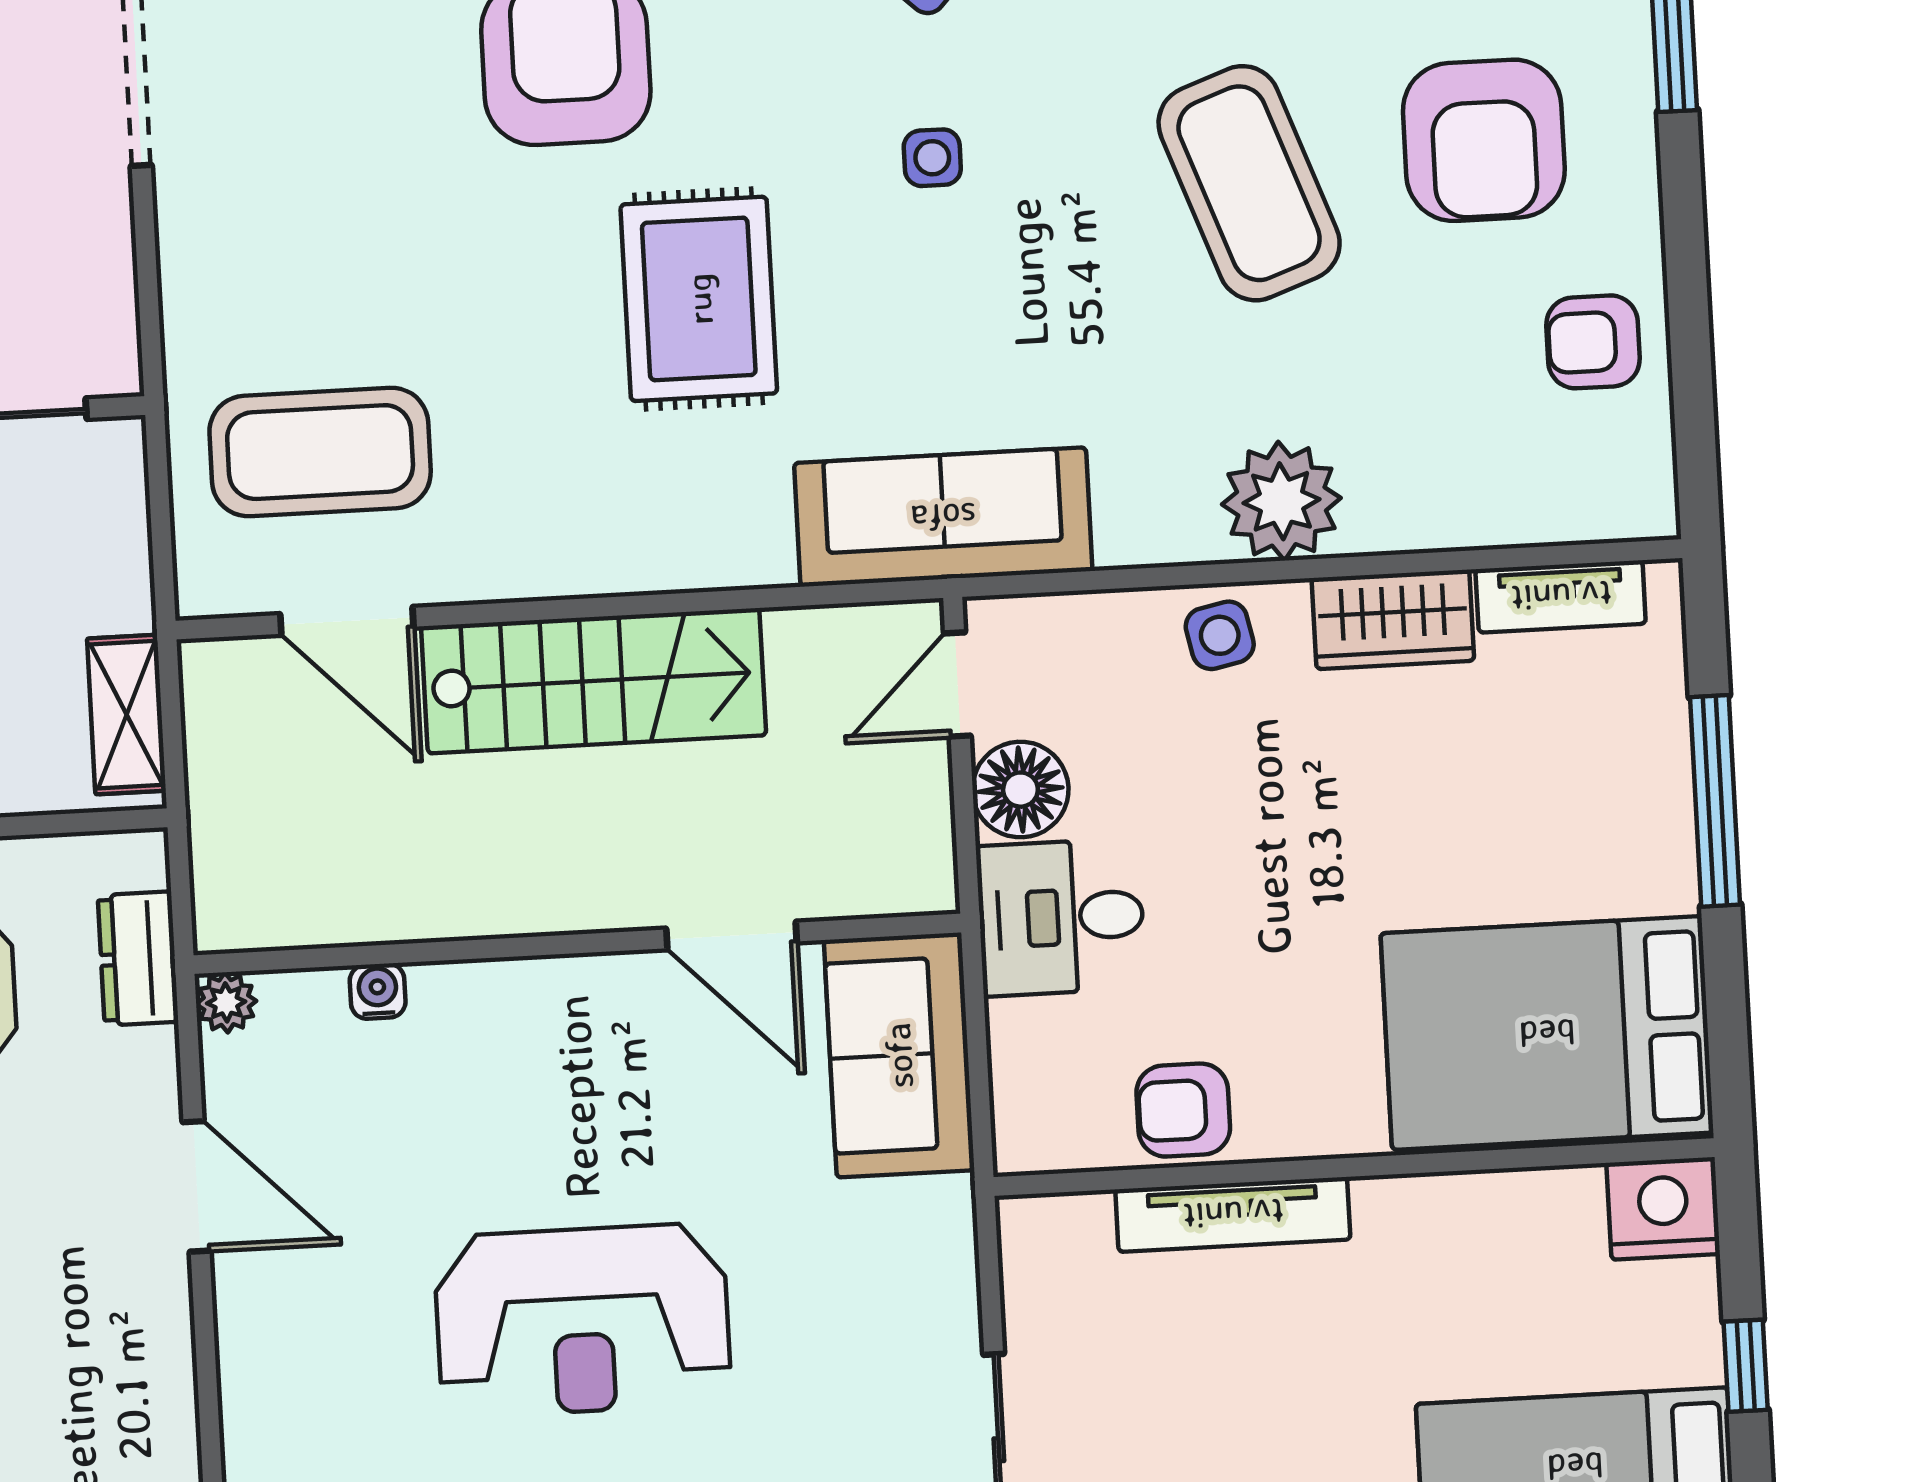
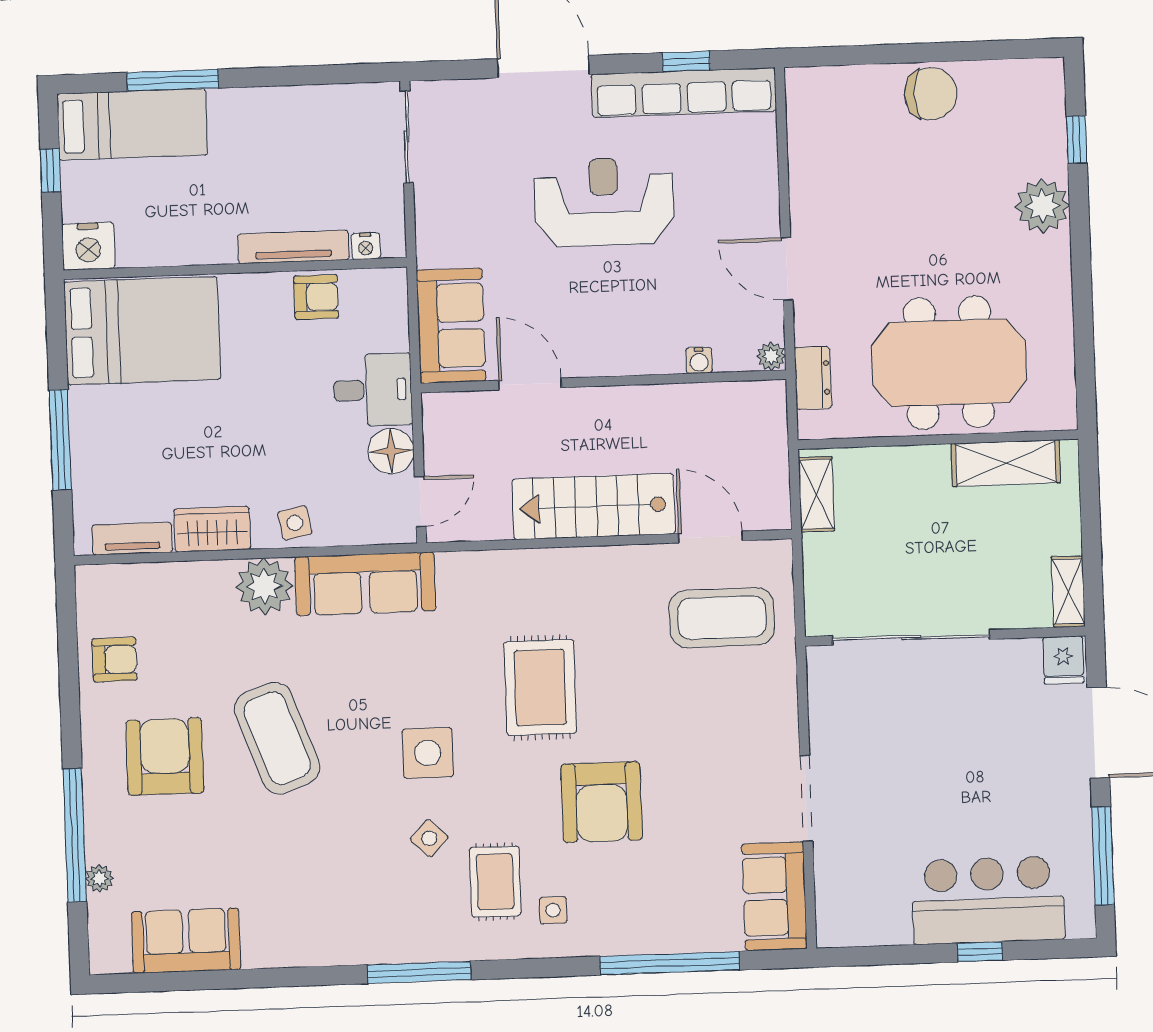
side table: (932, 158) -> (428, 753), width x1.87, depth x1.87
sofa: (943, 517) -> (365, 584), moved
nightstand: (1081, 1219) -> (366, 246), added

